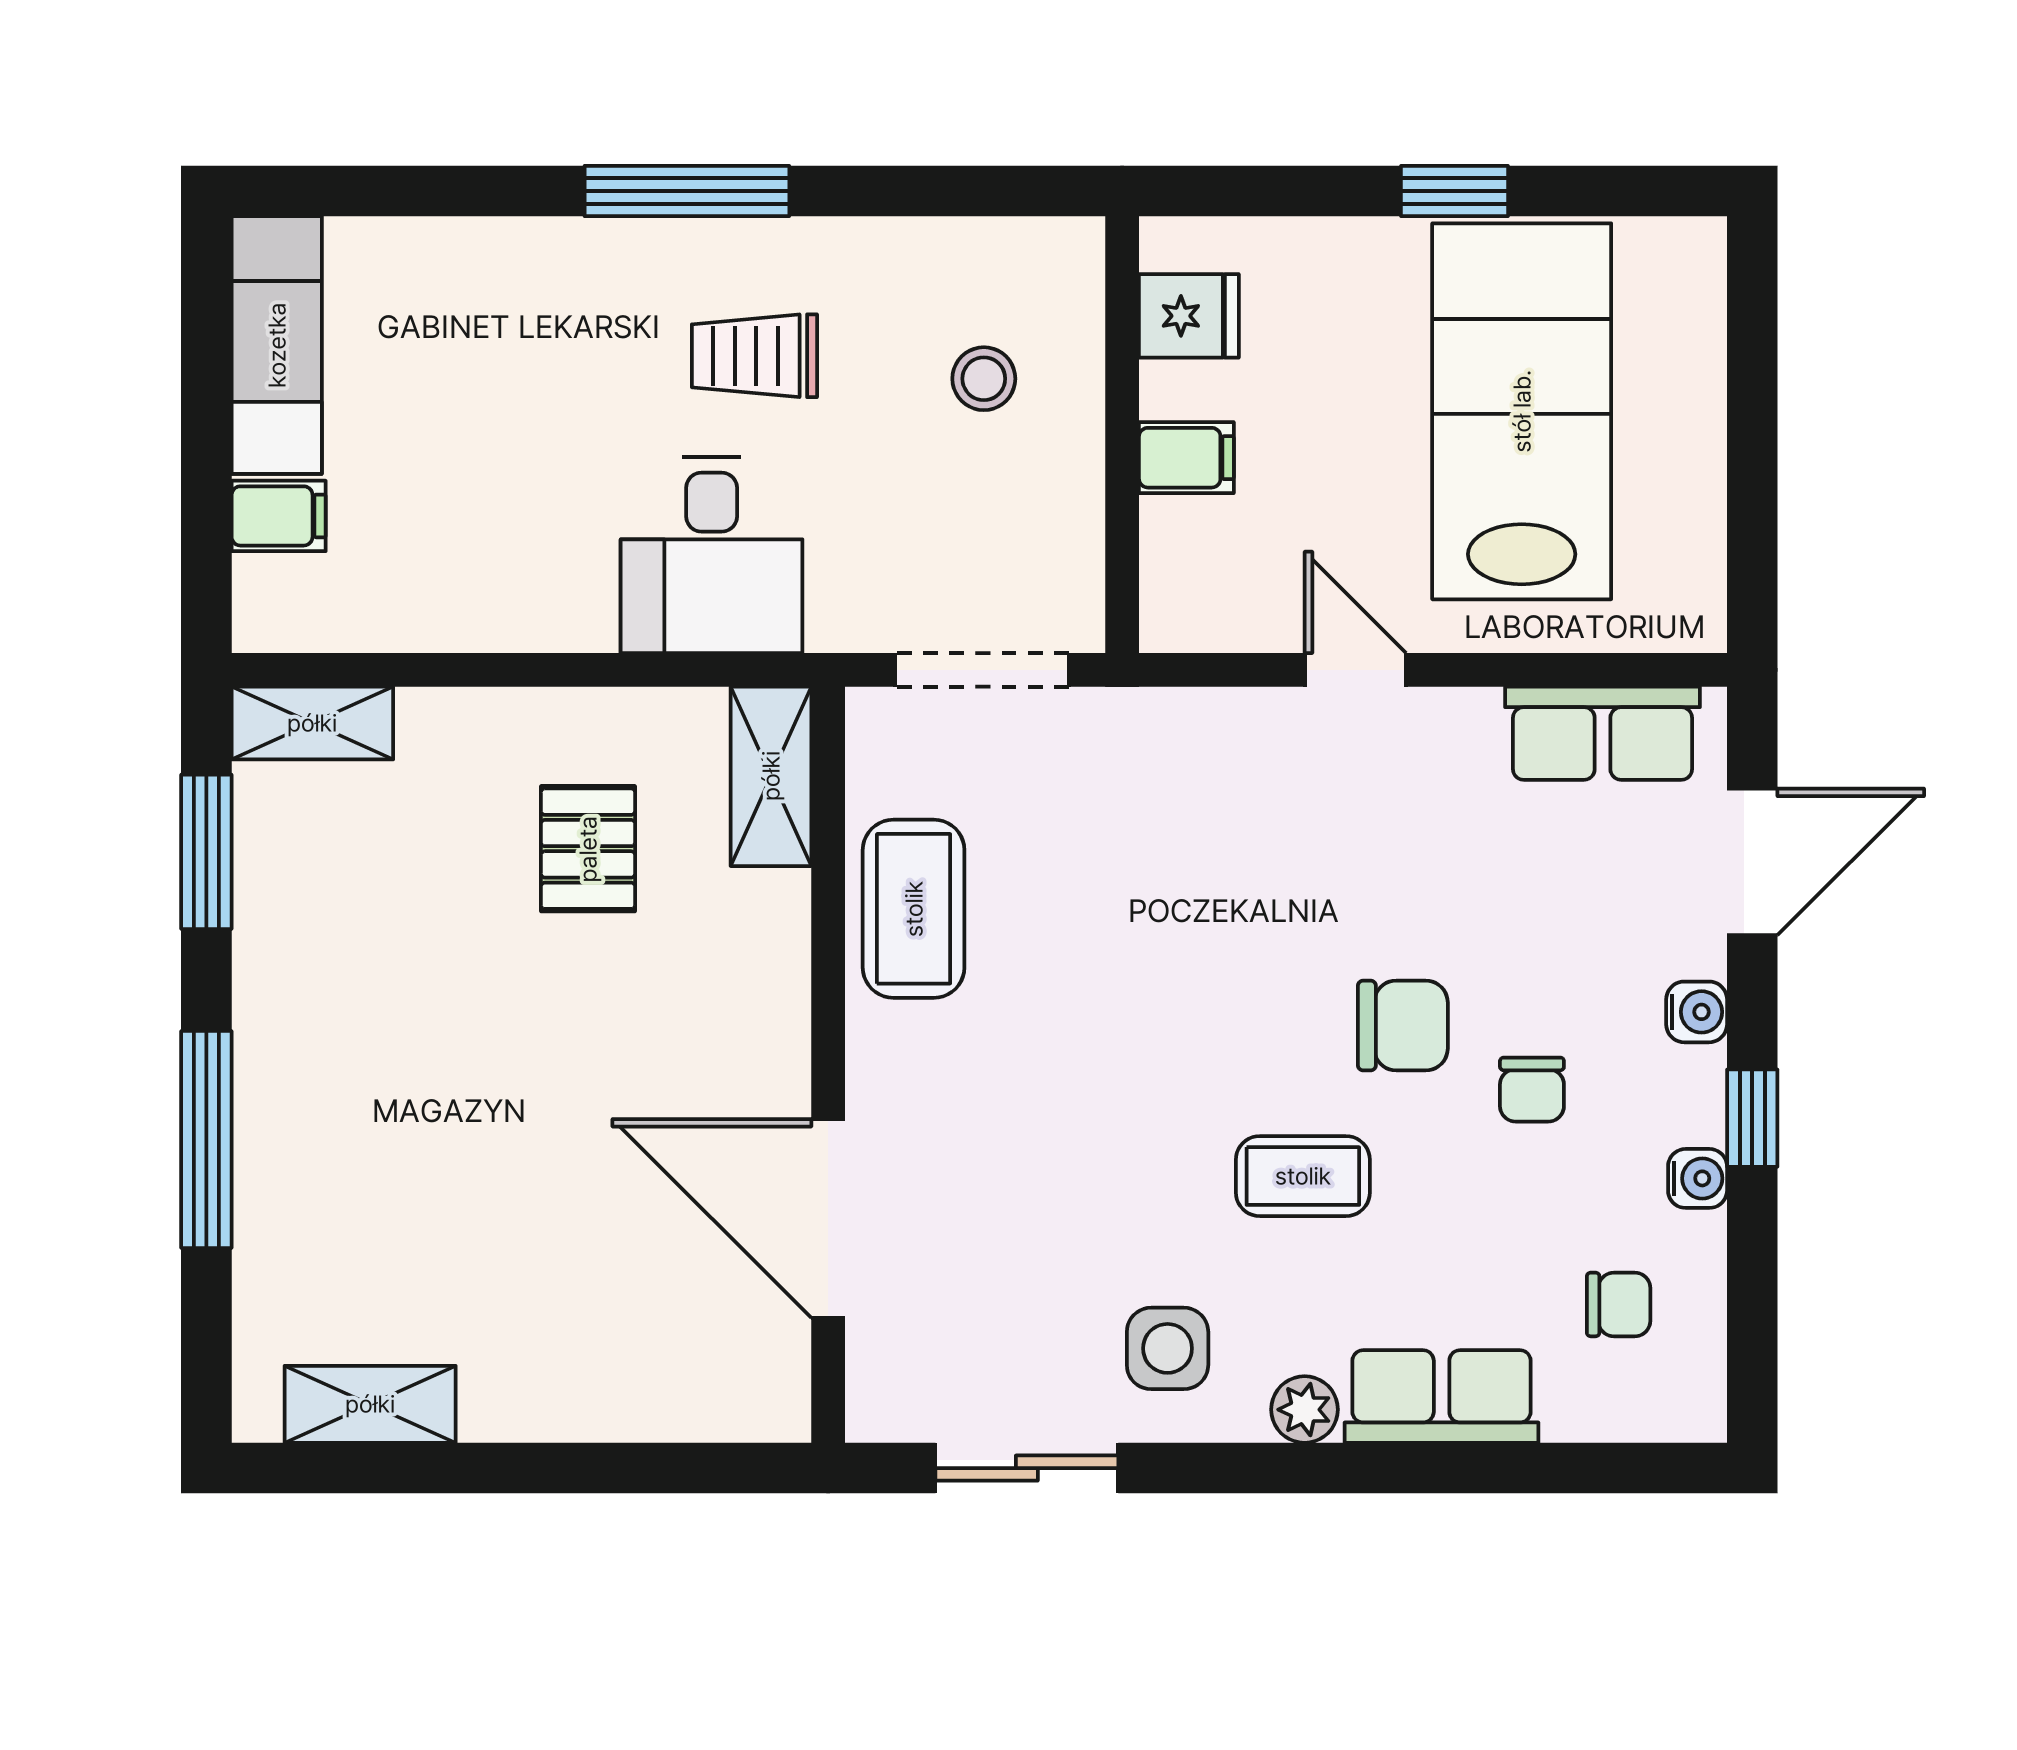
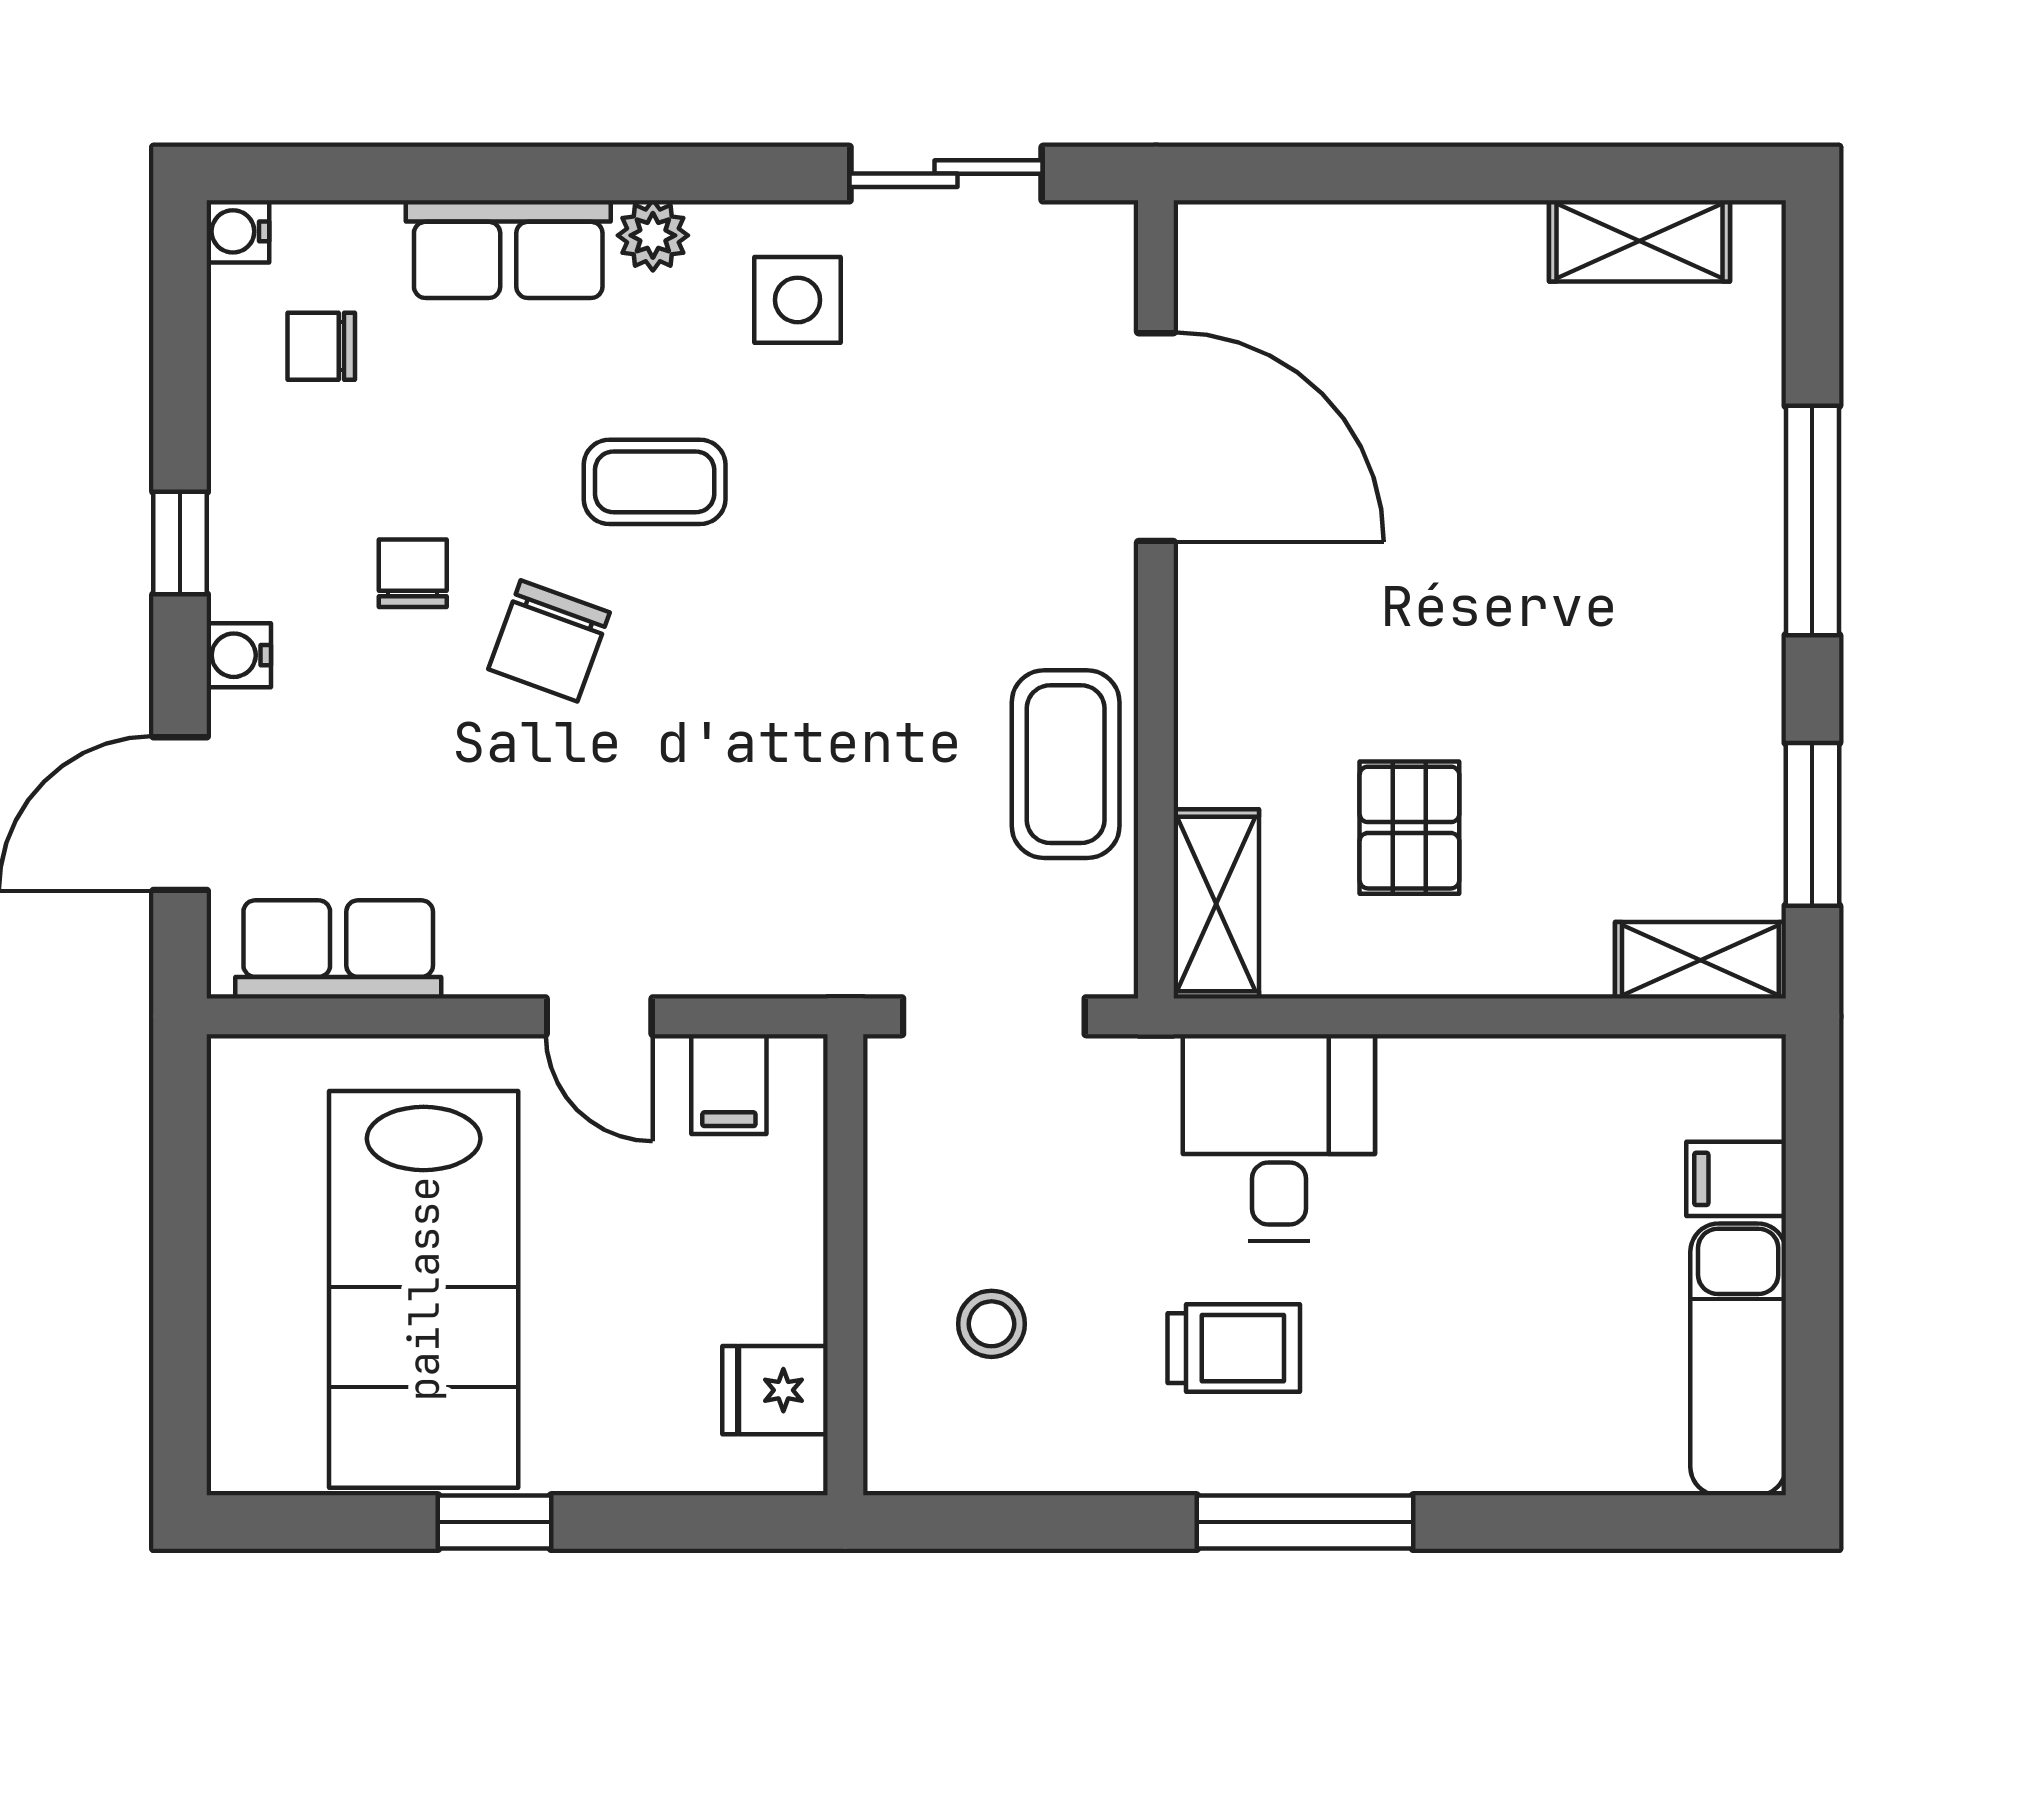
filing cabinet: (1186, 458) -> (729, 1084), moved, turned -90
chair: (1403, 1026) -> (549, 641), turned -70
water cooler: (1698, 1178) -> (238, 231), moved

